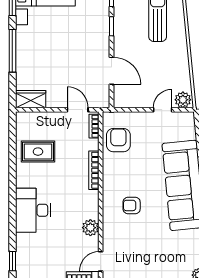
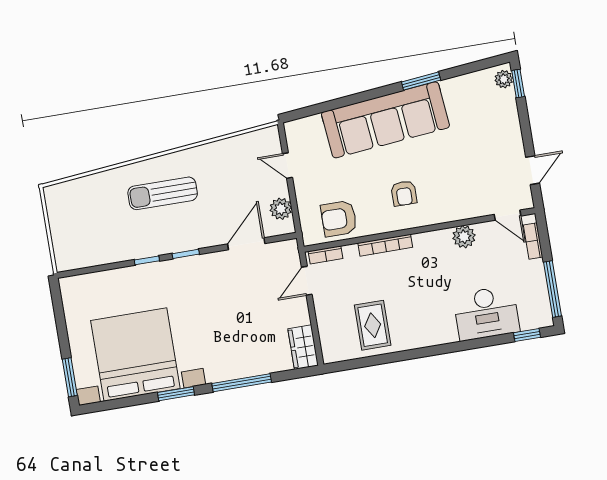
plant: (183, 100) -> (281, 209), moved
armchair: (132, 205) -> (404, 193), moved
desk: (33, 210) -> (486, 313), moved

